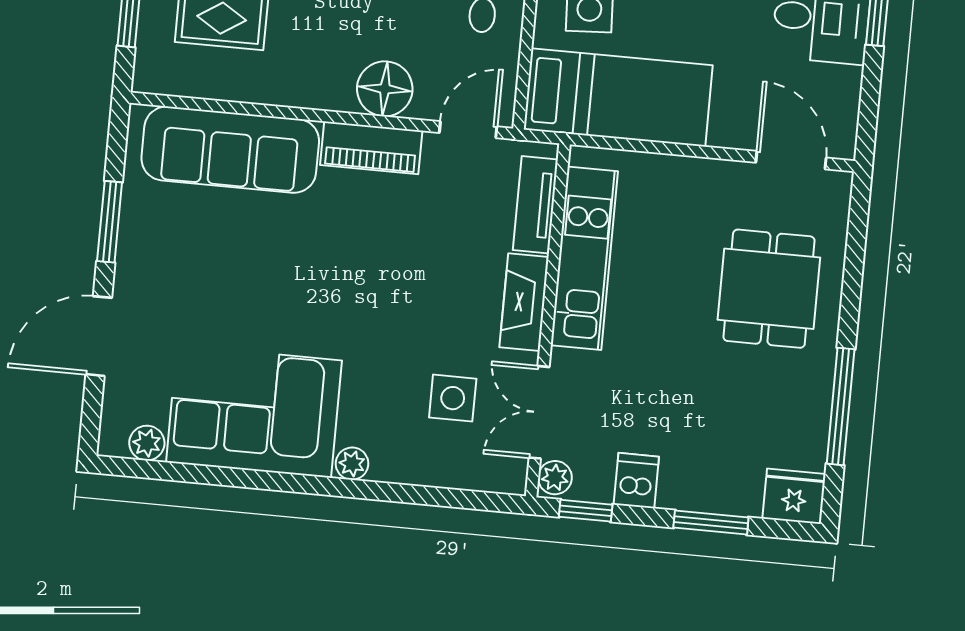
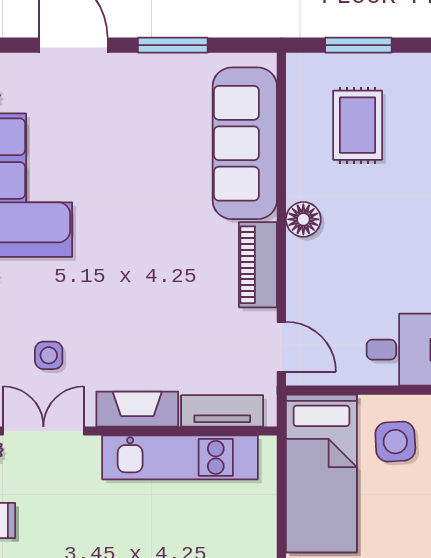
floor lamp: (385, 89) -> (303, 219), moved, width x0.73, depth x0.73
side table: (453, 398) -> (49, 355), width x0.73, depth x0.73

